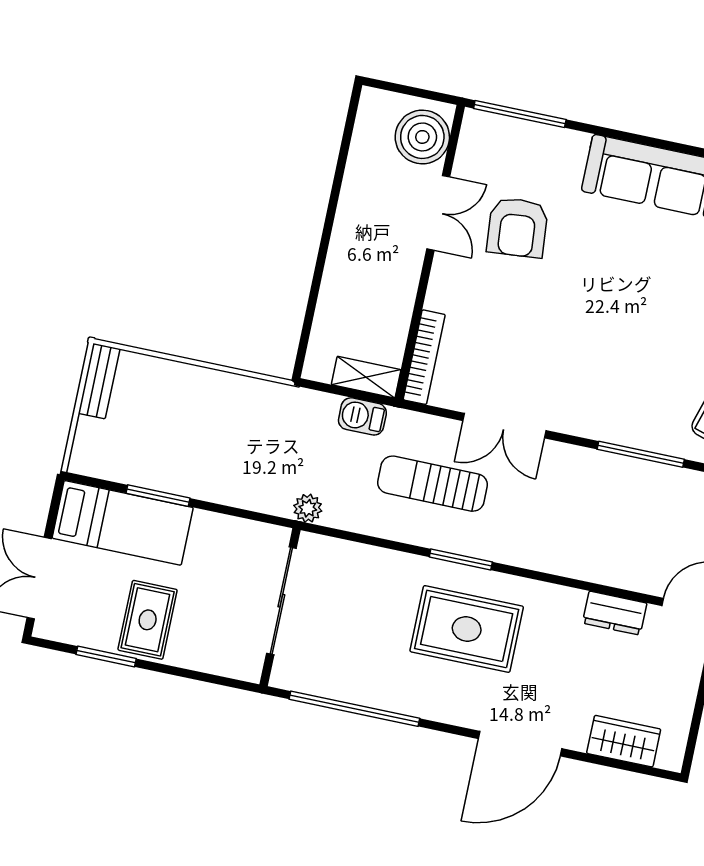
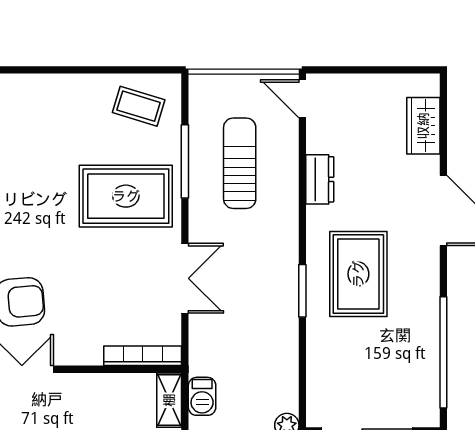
rug: (615, 377) -> (126, 196), added
sun lounger: (433, 484) -> (240, 163), moved, turned 180
dresser: (615, 613) -> (320, 179), moved

